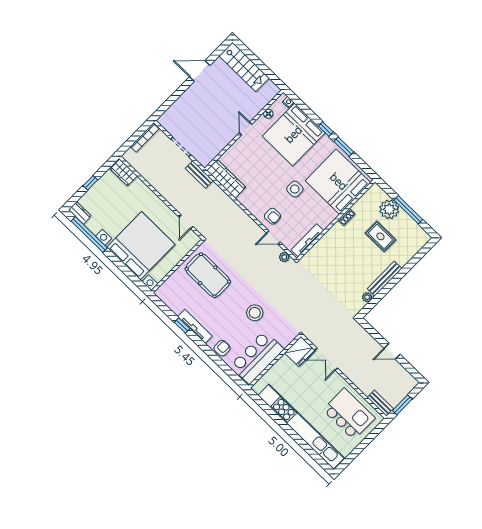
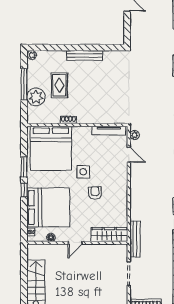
bench: (199, 174) -> (135, 239), width x1.36
wardrobe: (226, 179) -> (109, 235), moved, turned 90
armchair: (272, 216) -> (95, 193), moved
plant: (367, 297) -> (32, 55), moved

